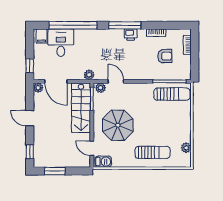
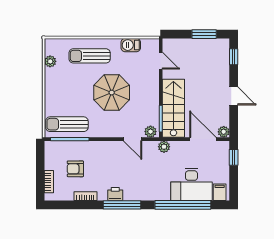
desk: (61, 43) -> (191, 184), width x1.37
parasol: (118, 125) -> (112, 93), moved
barbecue: (103, 162) -> (131, 45), moved

